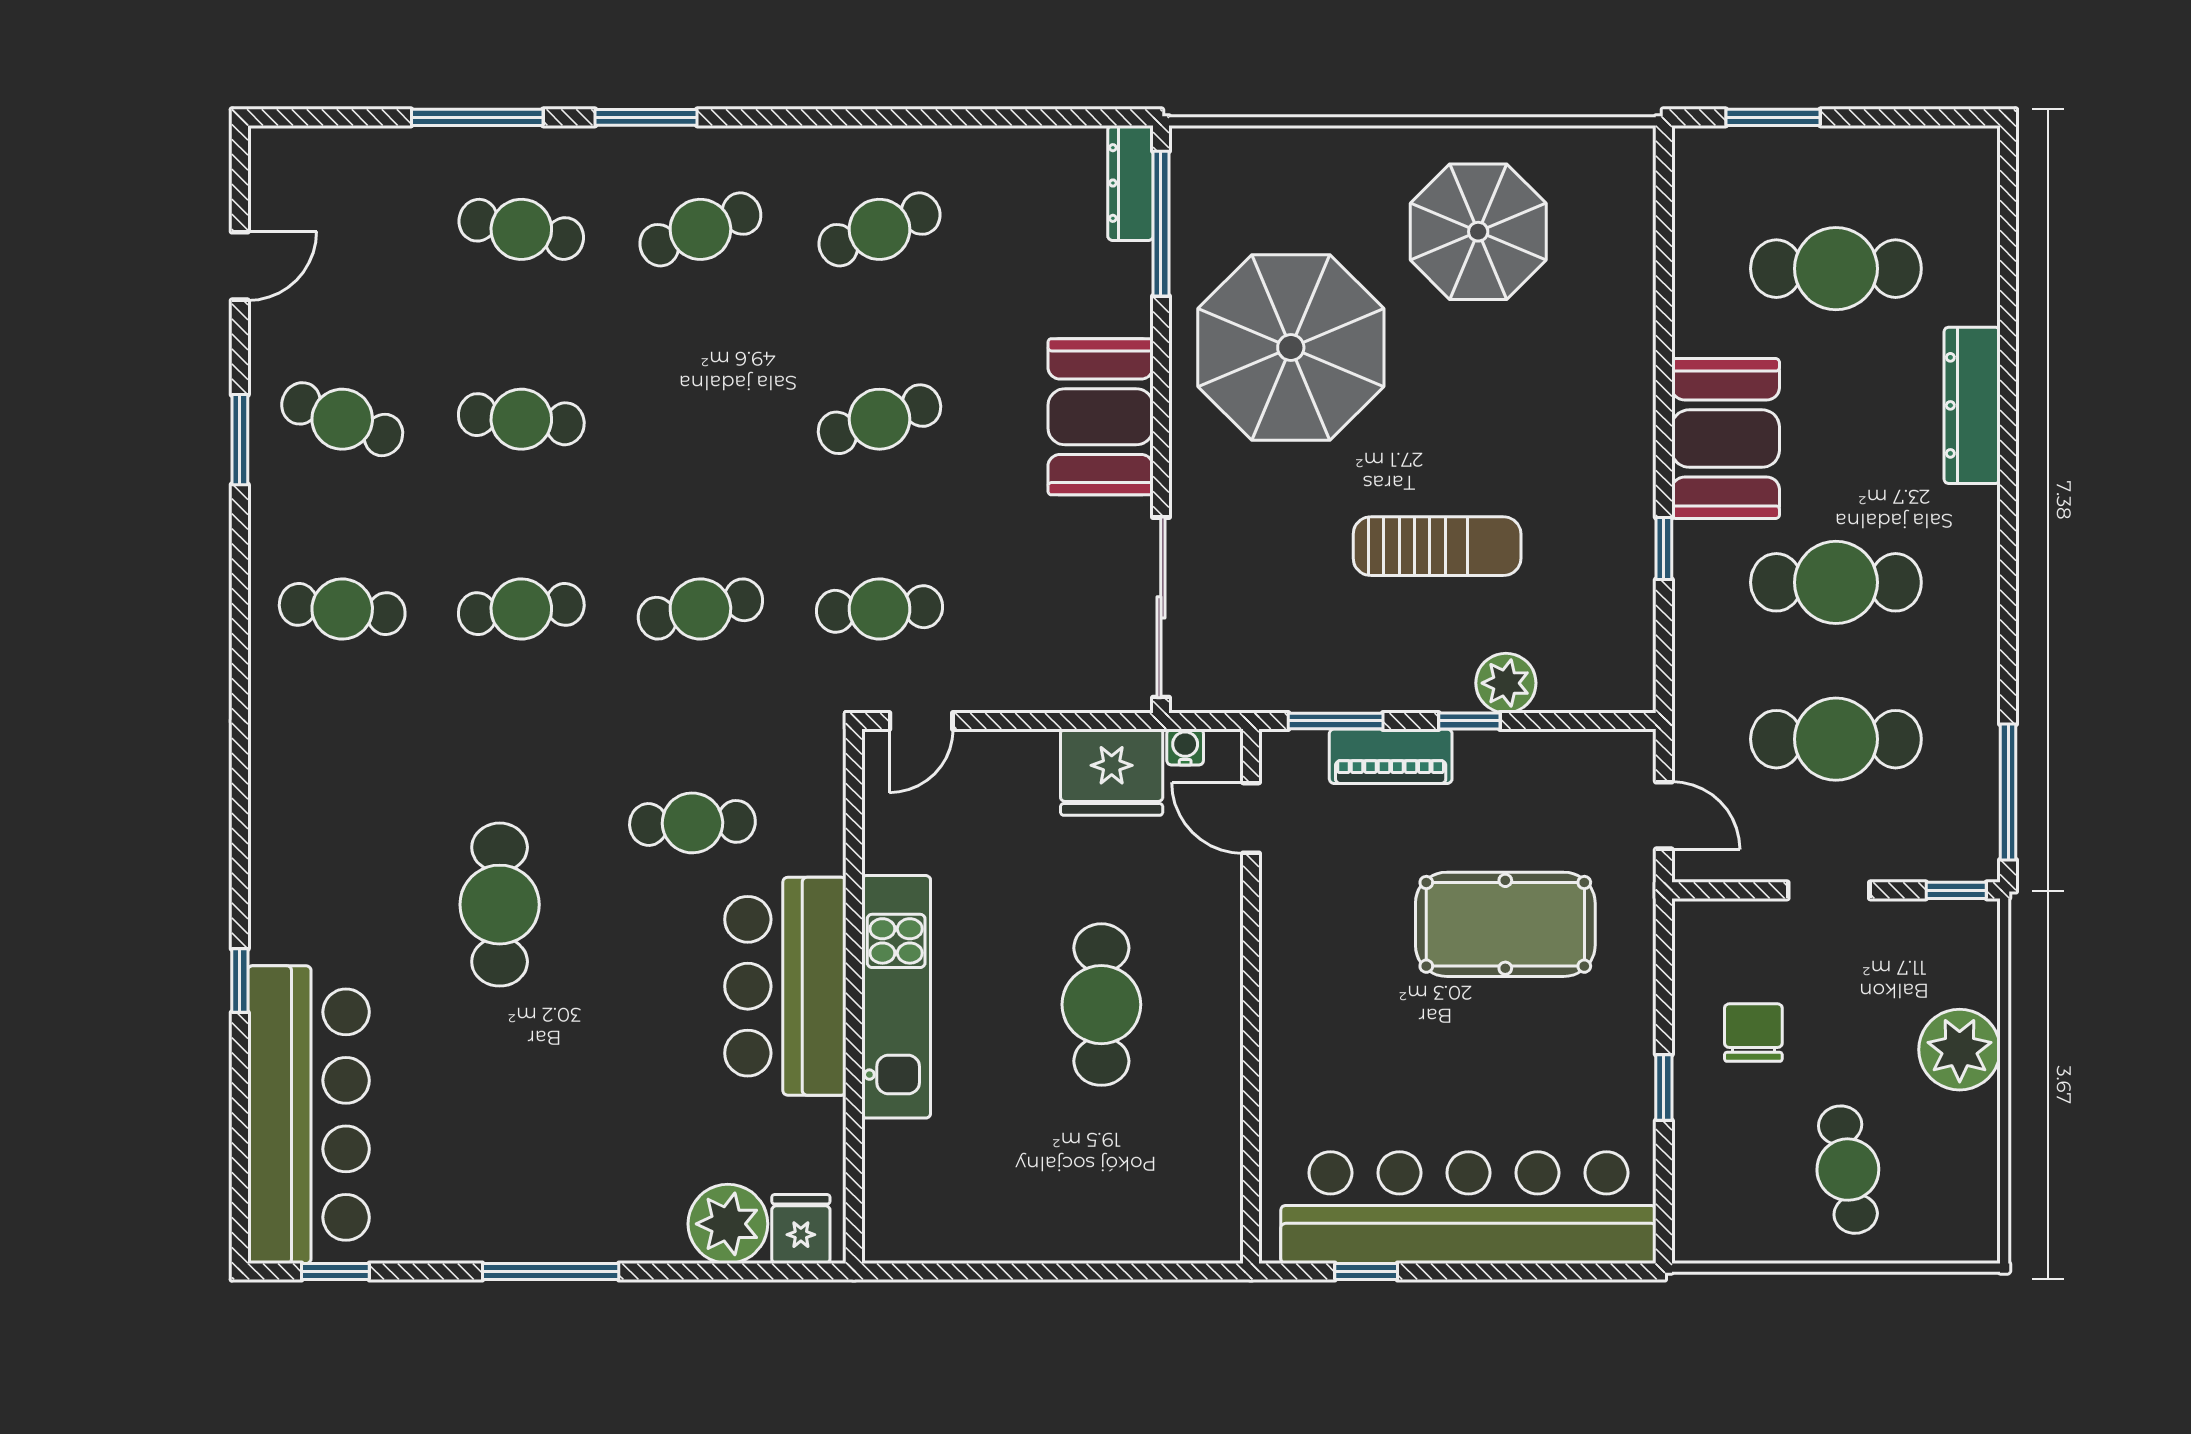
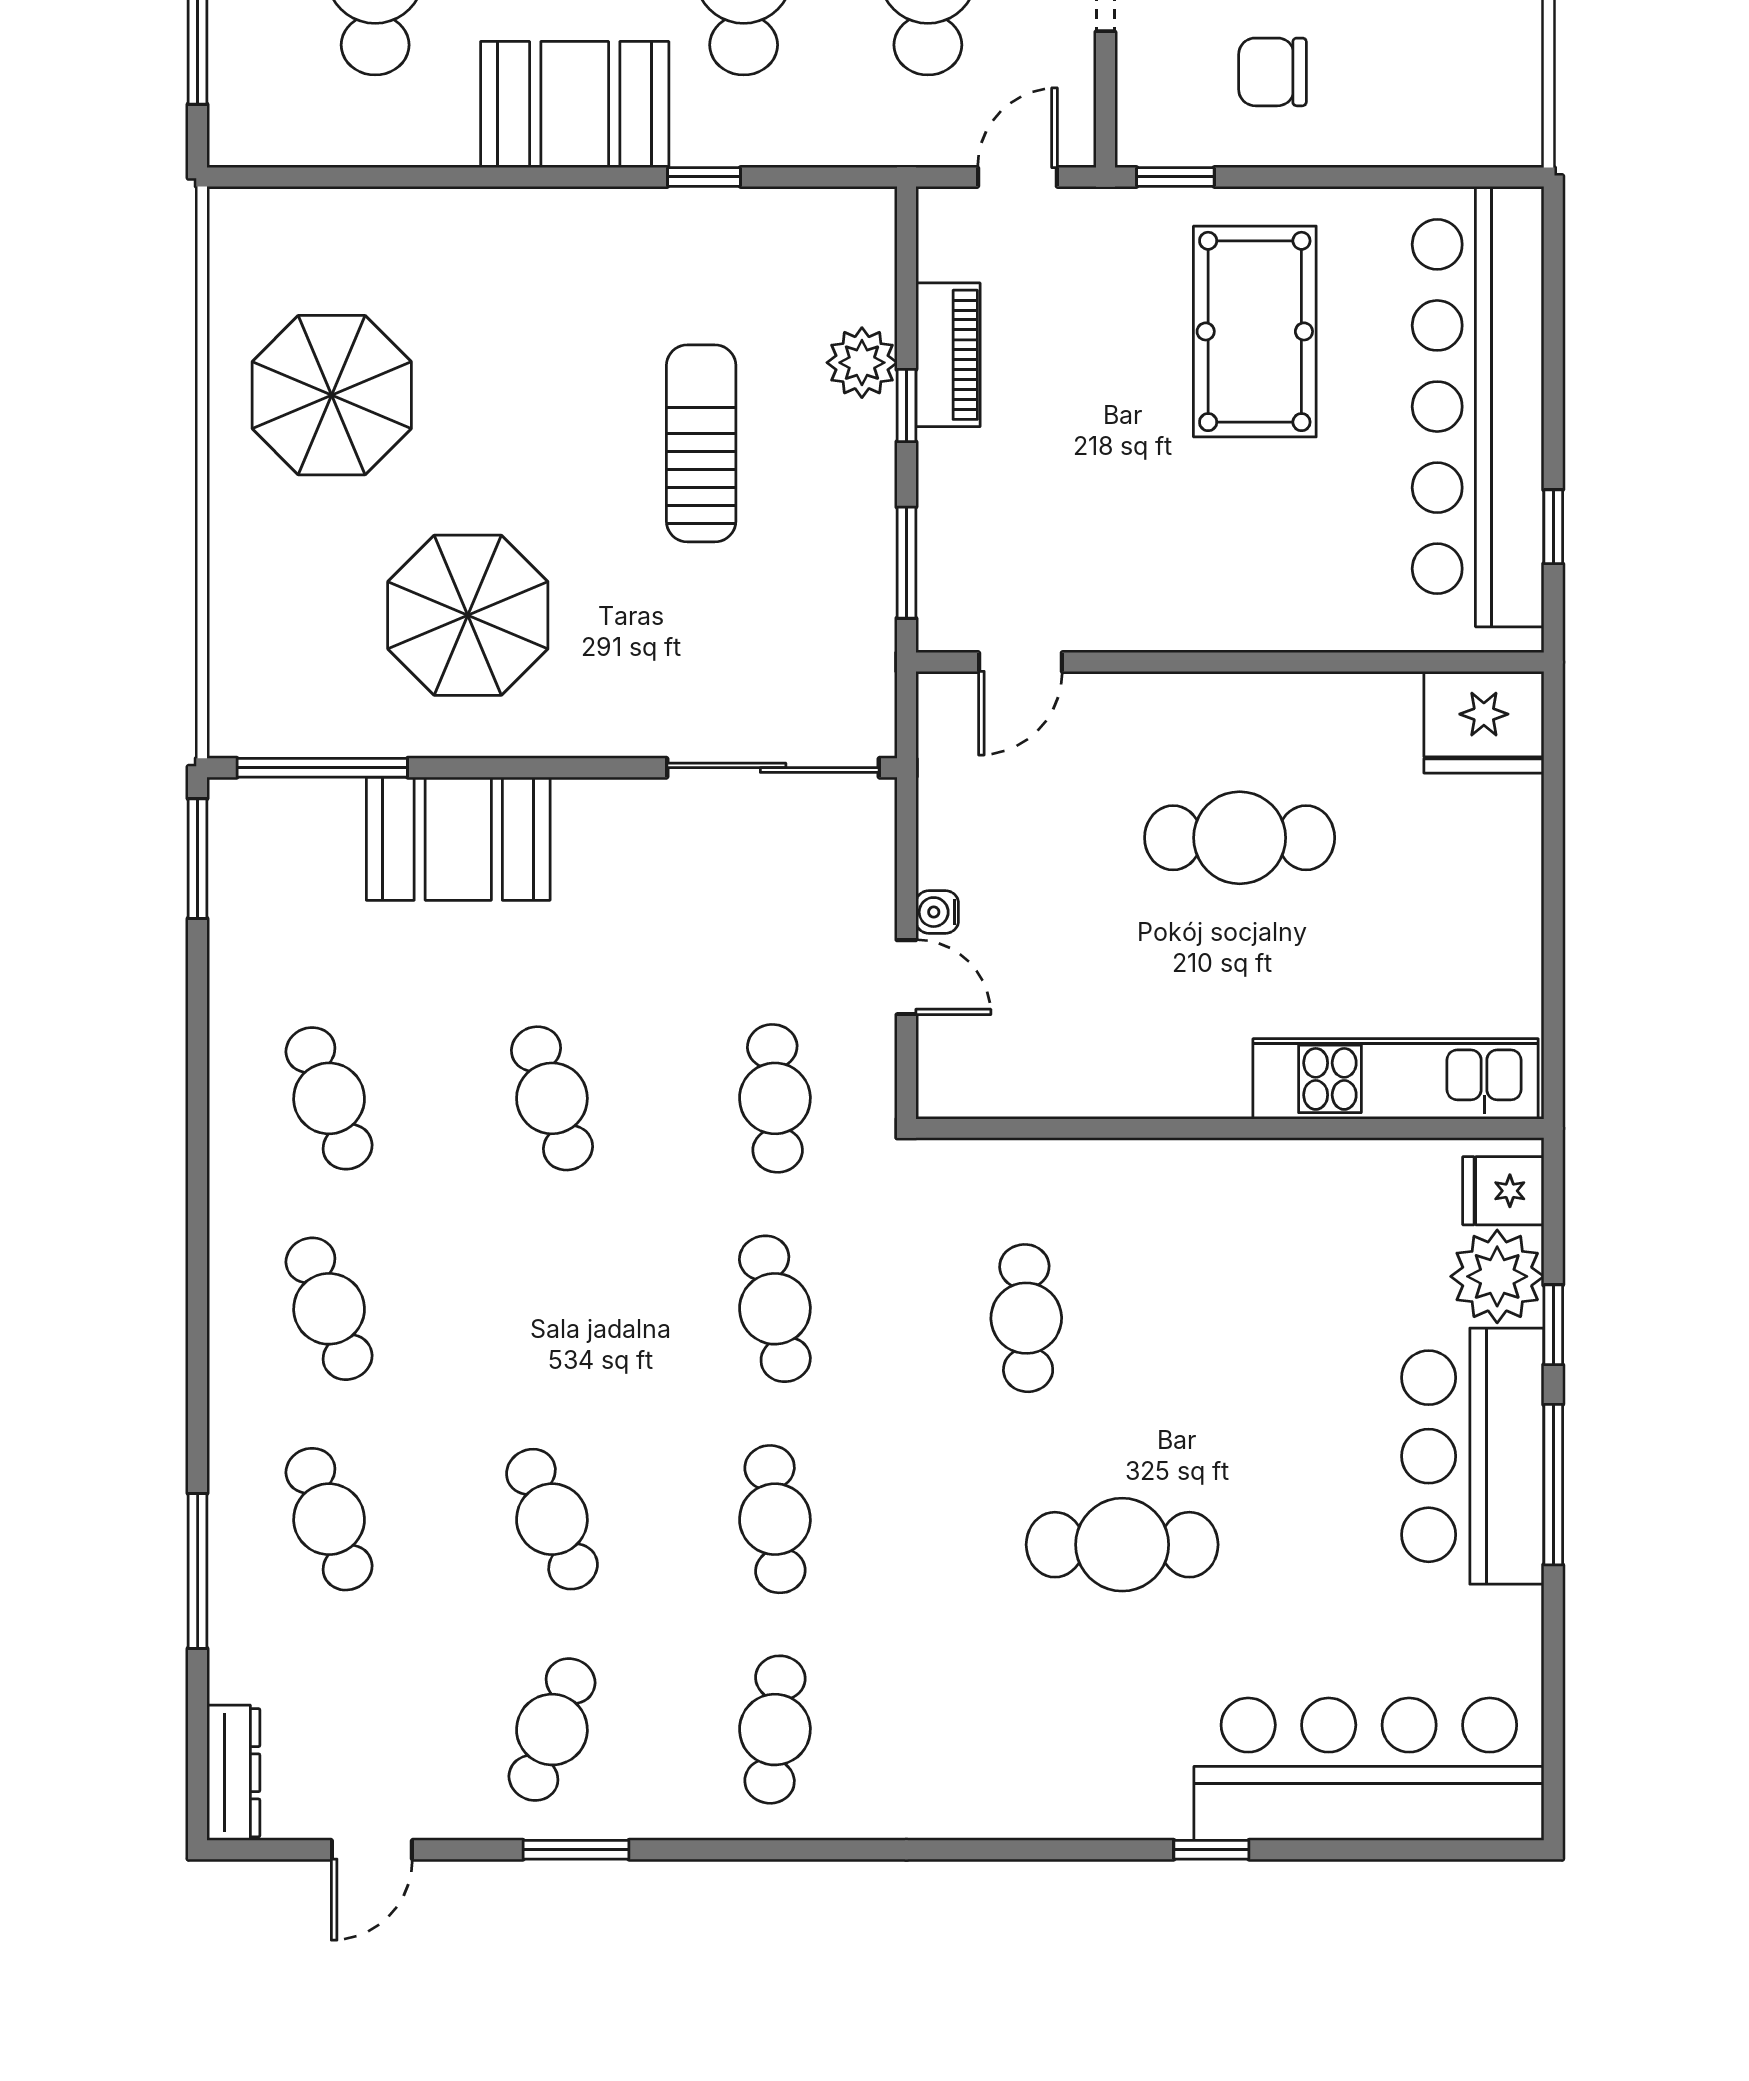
window: (646, 117) -> (198, 859), moved
dresser: (1130, 183) -> (233, 1773), moved, turned -90
cafe table: (521, 229) -> (329, 1519), turned -33
door: (240, 266) -> (372, 1850), swing flipped
parasol: (1291, 348) -> (468, 615), width x0.73, depth x0.73
booth: (1101, 417) -> (458, 839), moved
cafe table: (521, 419) -> (552, 1519), turned -30
door: (921, 721) -> (906, 977), moved
water cooler: (1185, 747) -> (937, 912), moved
piano: (1391, 756) -> (948, 355), moved
fridge: (1112, 772) -> (1484, 722), moved, turned 90
pool table: (1505, 924) -> (1255, 331), moved
bar counter: (785, 986) -> (1473, 1456), moved, turned 90
kitchen unit: (896, 997) -> (1396, 1079), moved
window: (1664, 1088) -> (1175, 177), moved
window: (335, 1272) -> (1553, 1325), moved

